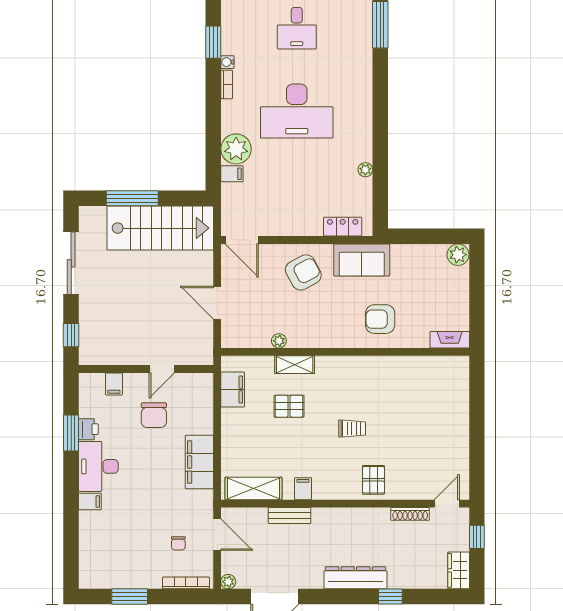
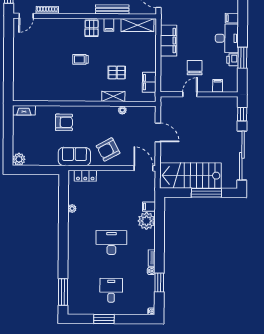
desk: (297, 111) -> (111, 242), width x0.73, depth x0.77
sliding door: (71, 263) -> (242, 155), width x1.36
pallet: (373, 480) -> (92, 28), moved
bench: (290, 516) -> (112, 9), width x1.36

